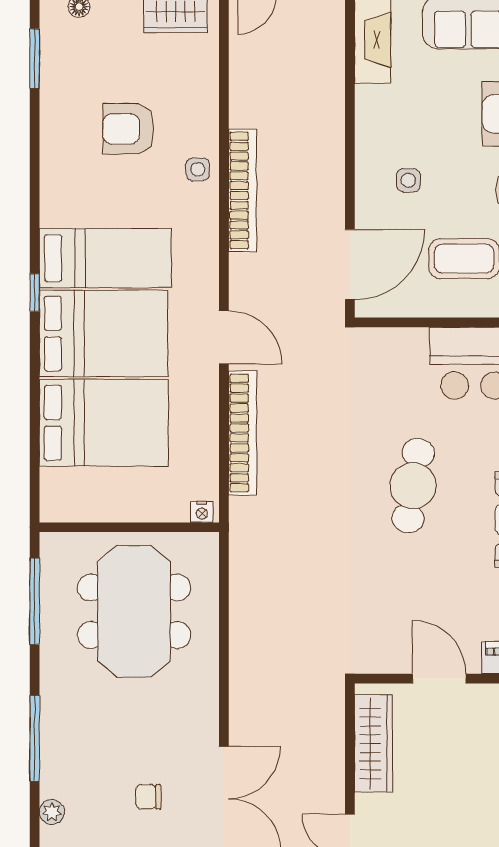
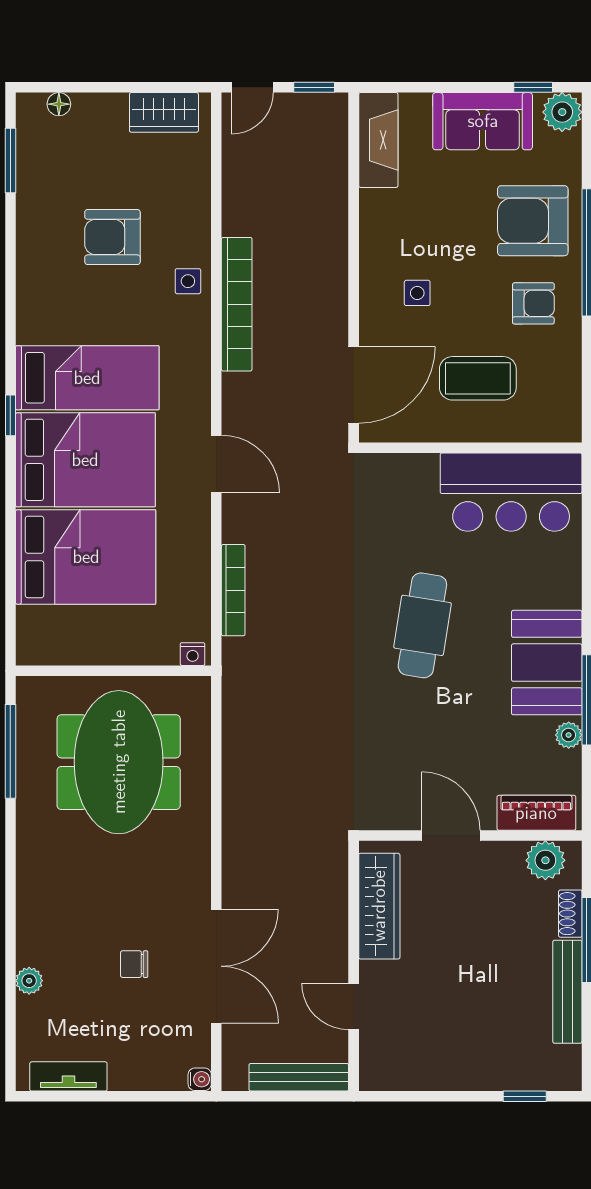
bookcase: (243, 433) -> (233, 590), width x0.68, depth x0.76
window: (35, 738) -> (10, 901), removed

